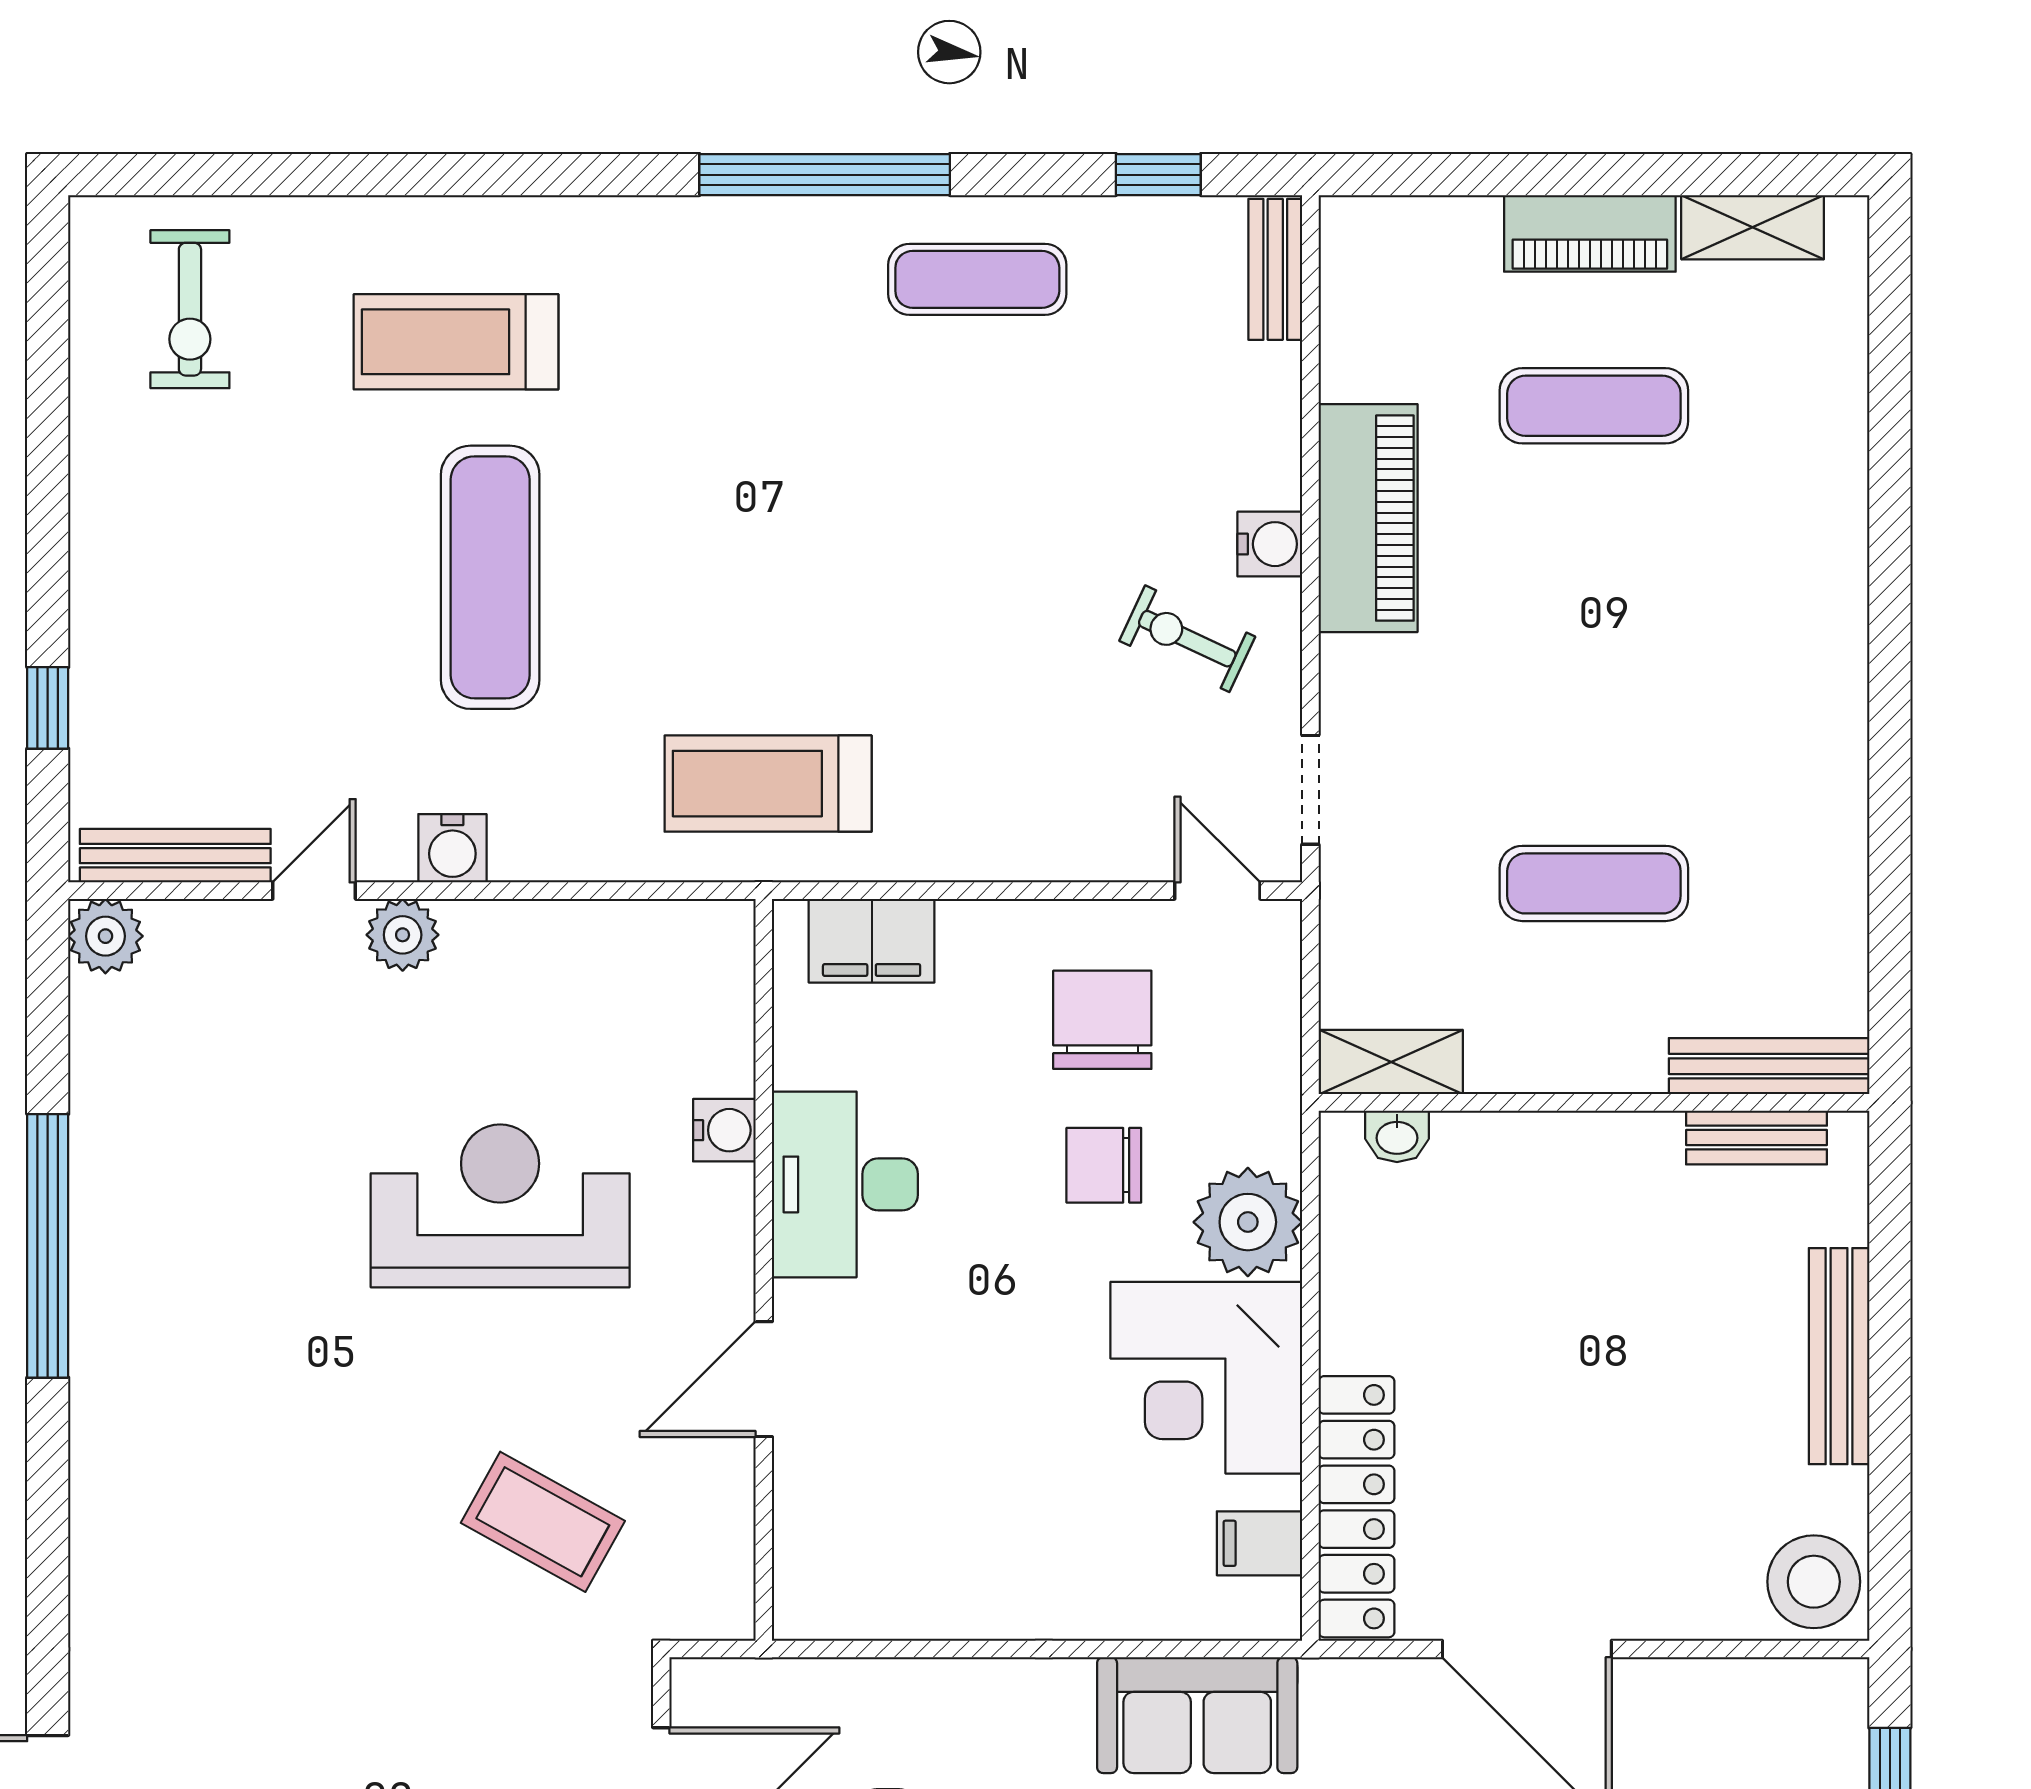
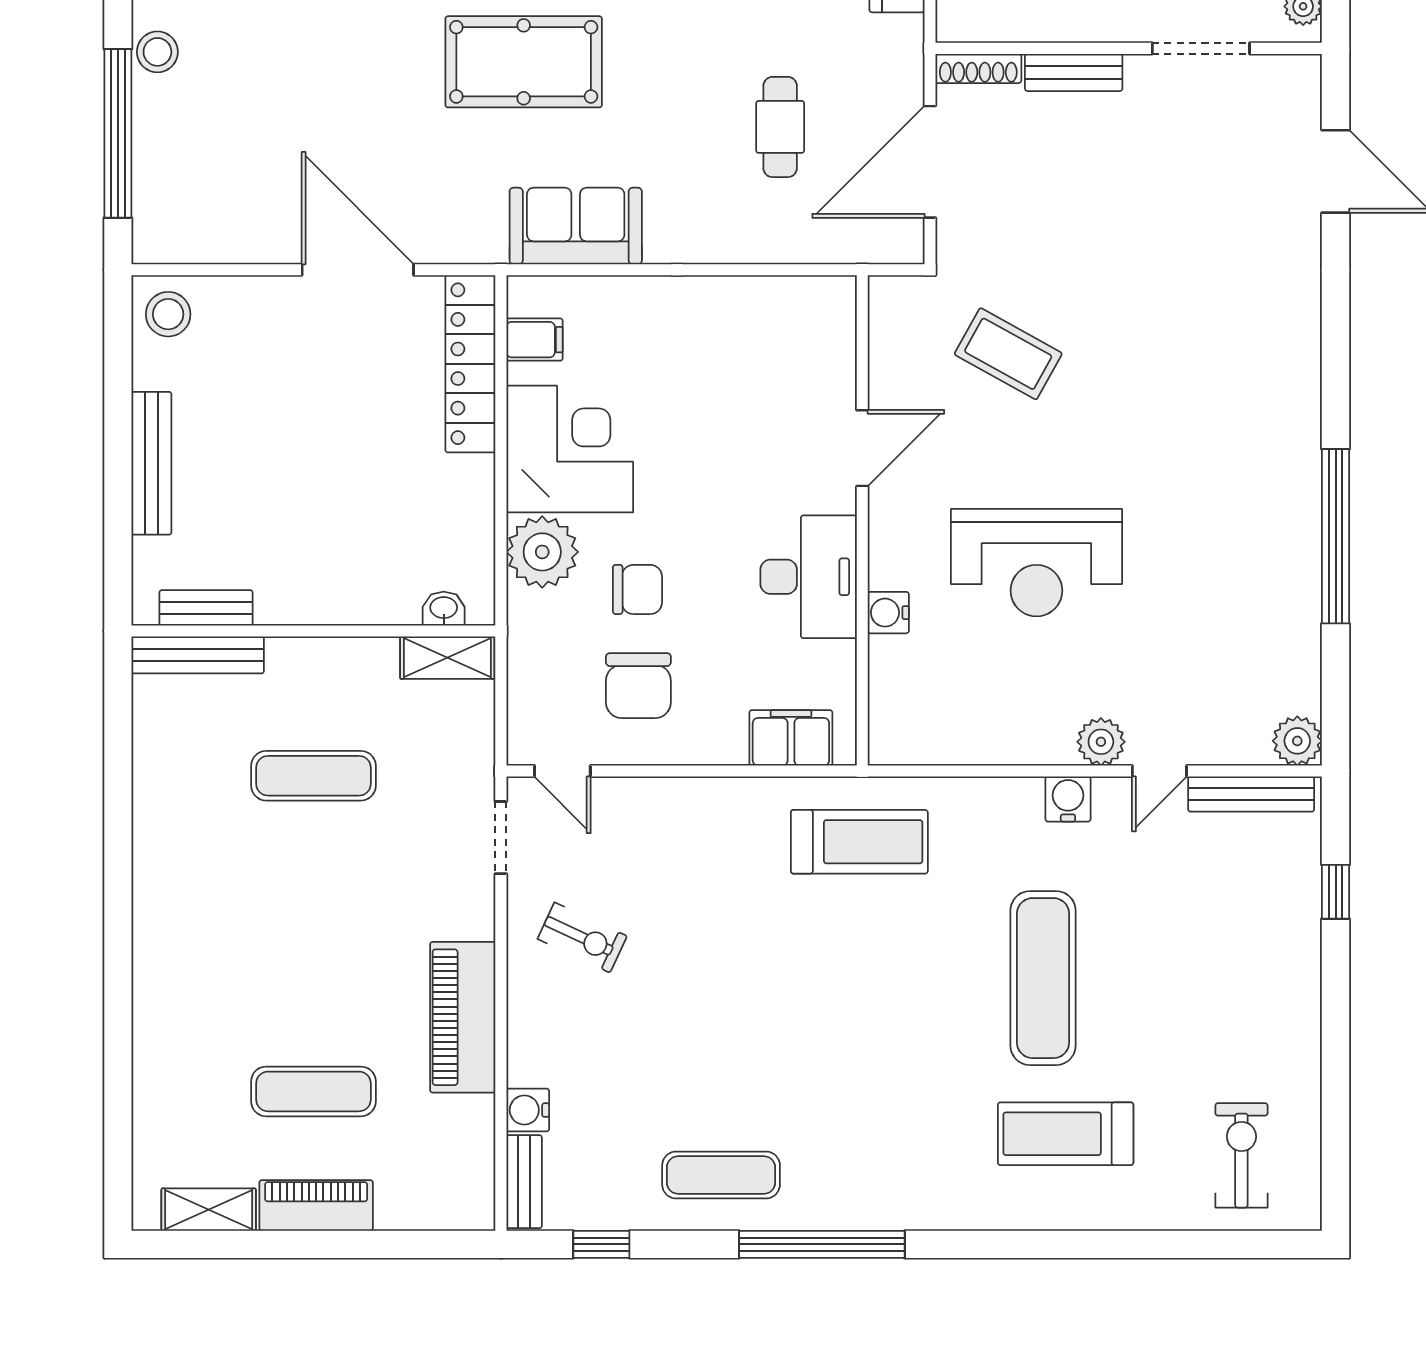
treadmill: (456, 342) -> (1066, 1134), turned 180
water cooler: (1270, 544) -> (528, 1110), moved
stool: (1814, 1582) -> (168, 314), width x0.73, depth x0.73

